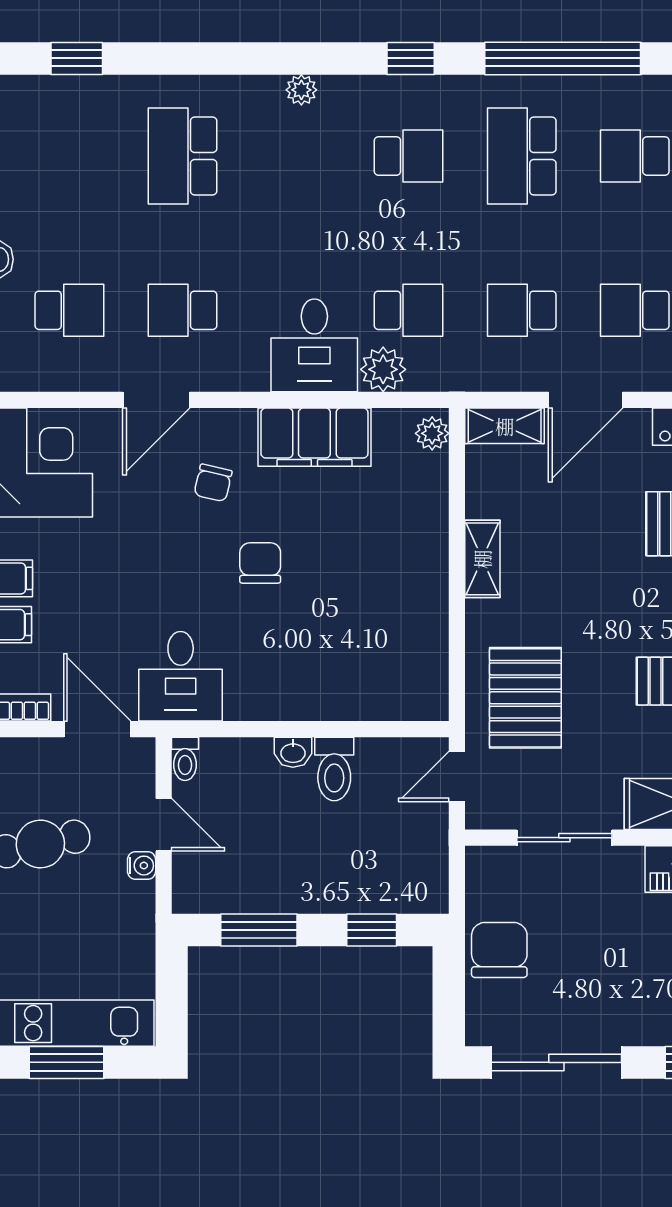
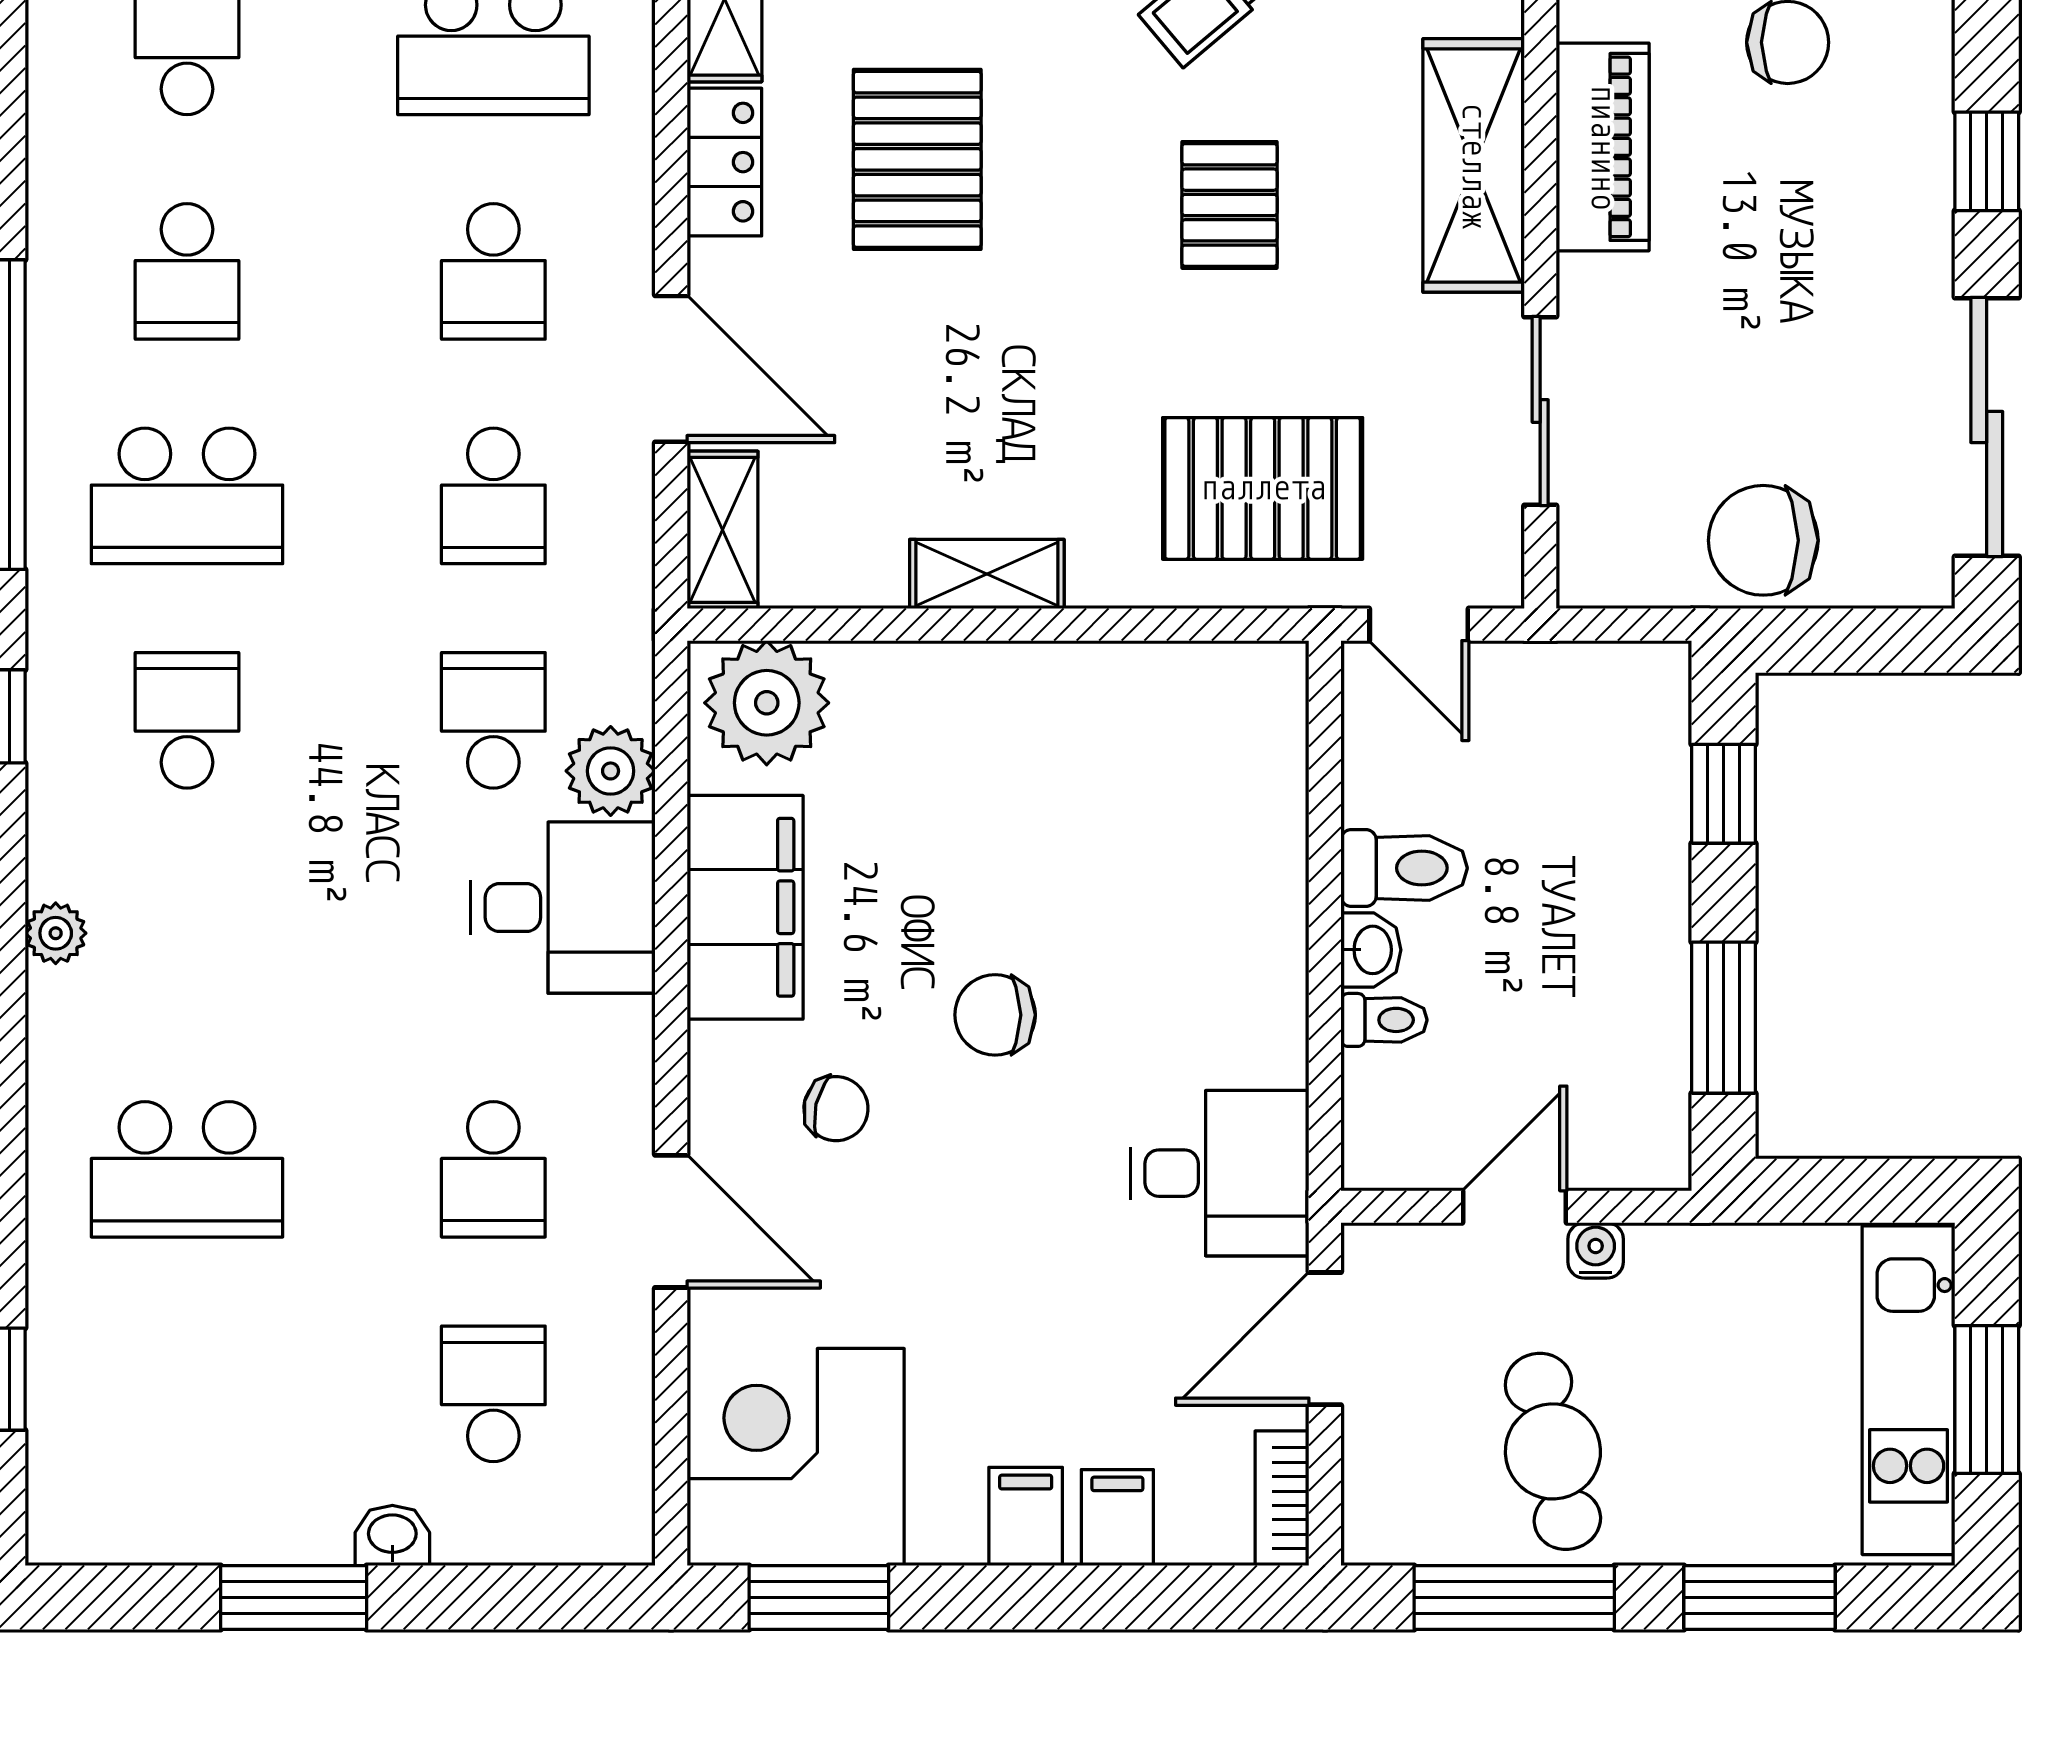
plant: (432, 433) -> (767, 703), width x1.88, depth x1.88
toilet: (185, 759) -> (1384, 1020), moved

